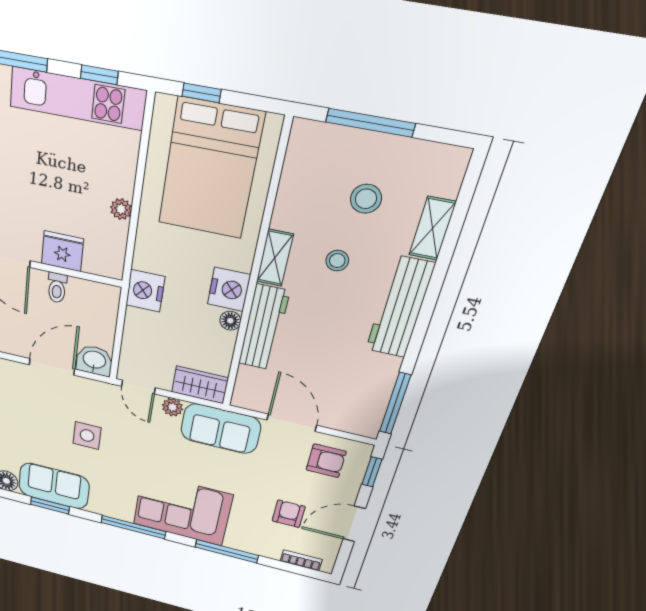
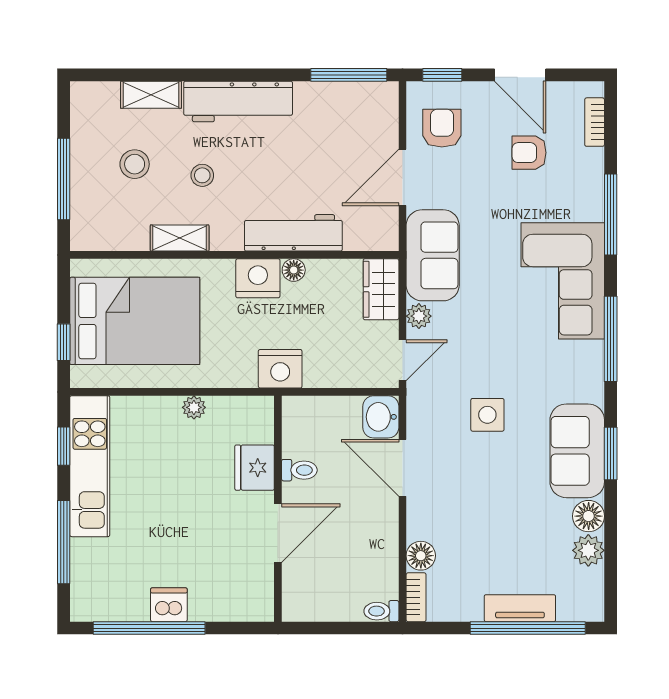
shelving: (275, 258) -> (180, 238), moved

